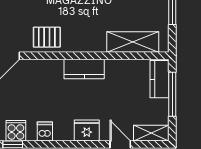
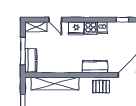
shelving: (133, 42) -> (55, 84), width x1.47
kitchen counter: (84, 69) -> (95, 67), moved
cooker: (16, 131) -> (91, 28), moved

